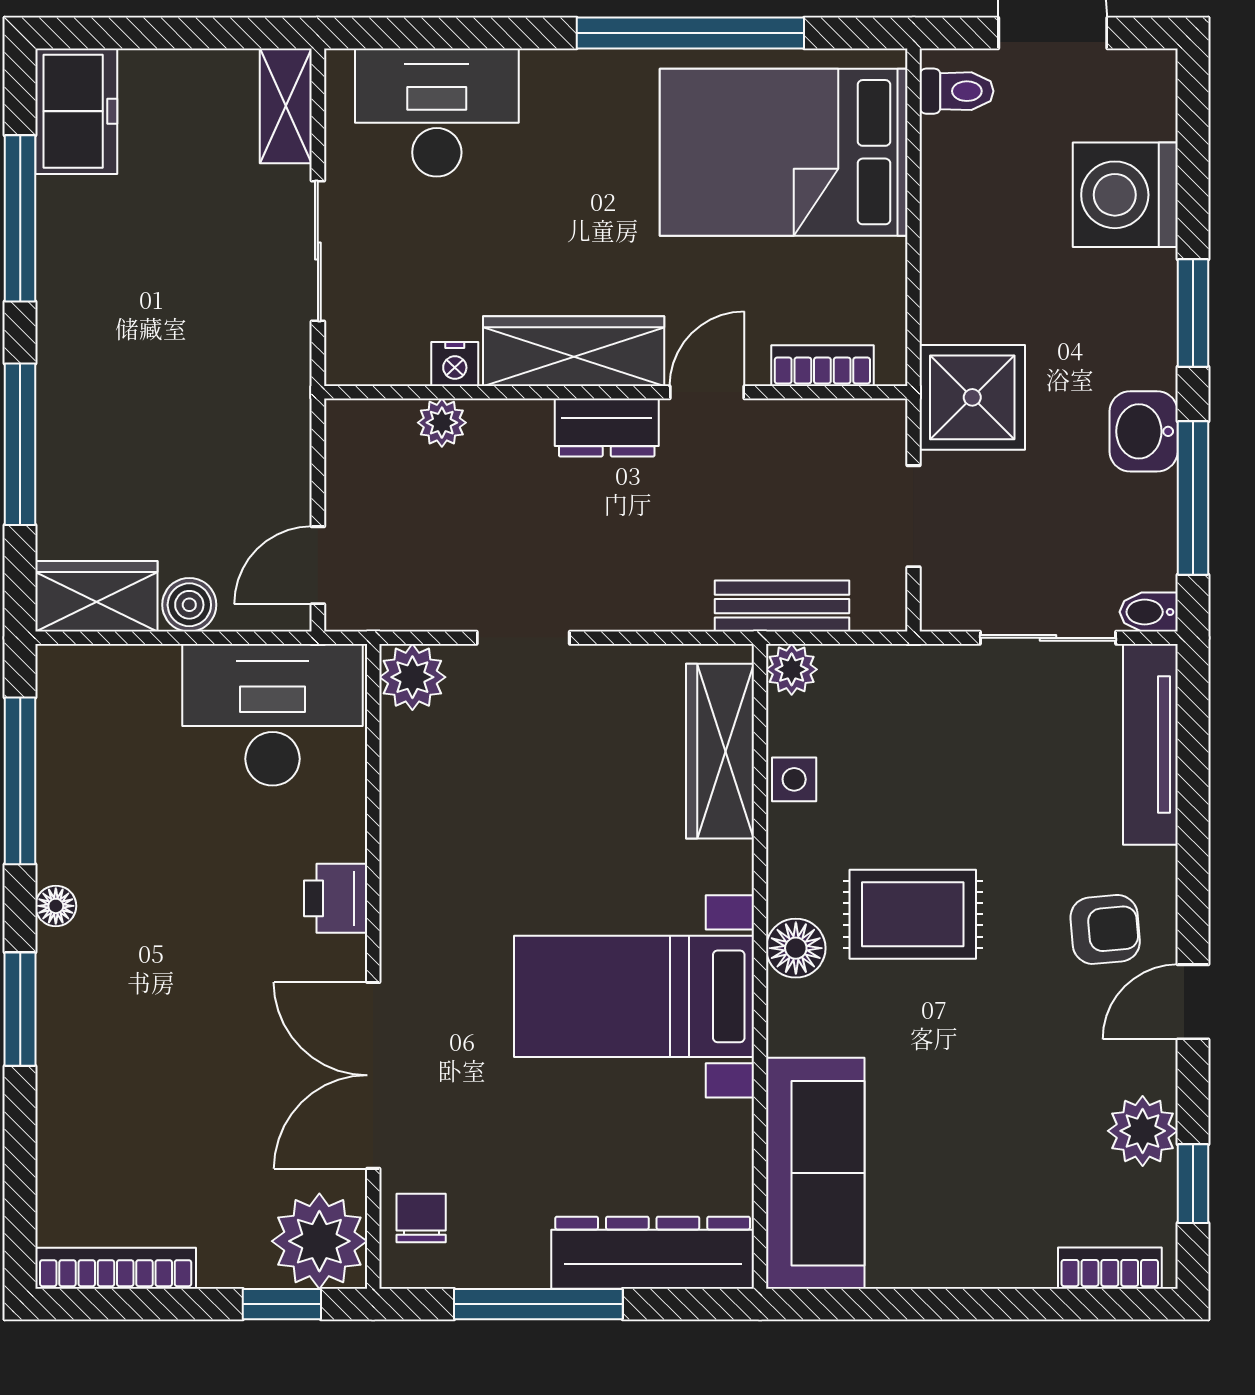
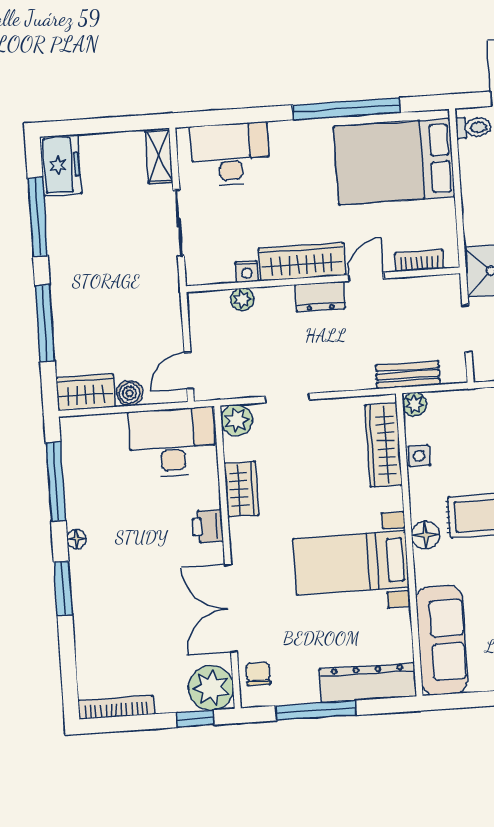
wardrobe: (413, 824) -> (241, 489), added

